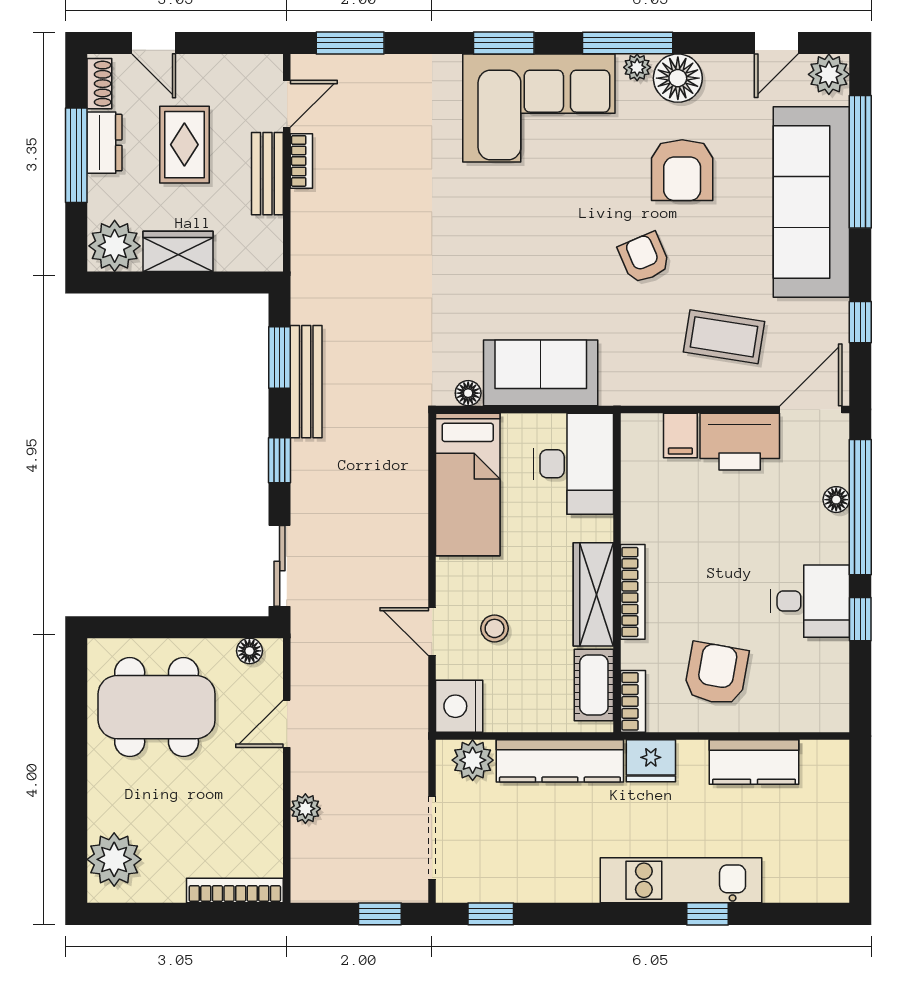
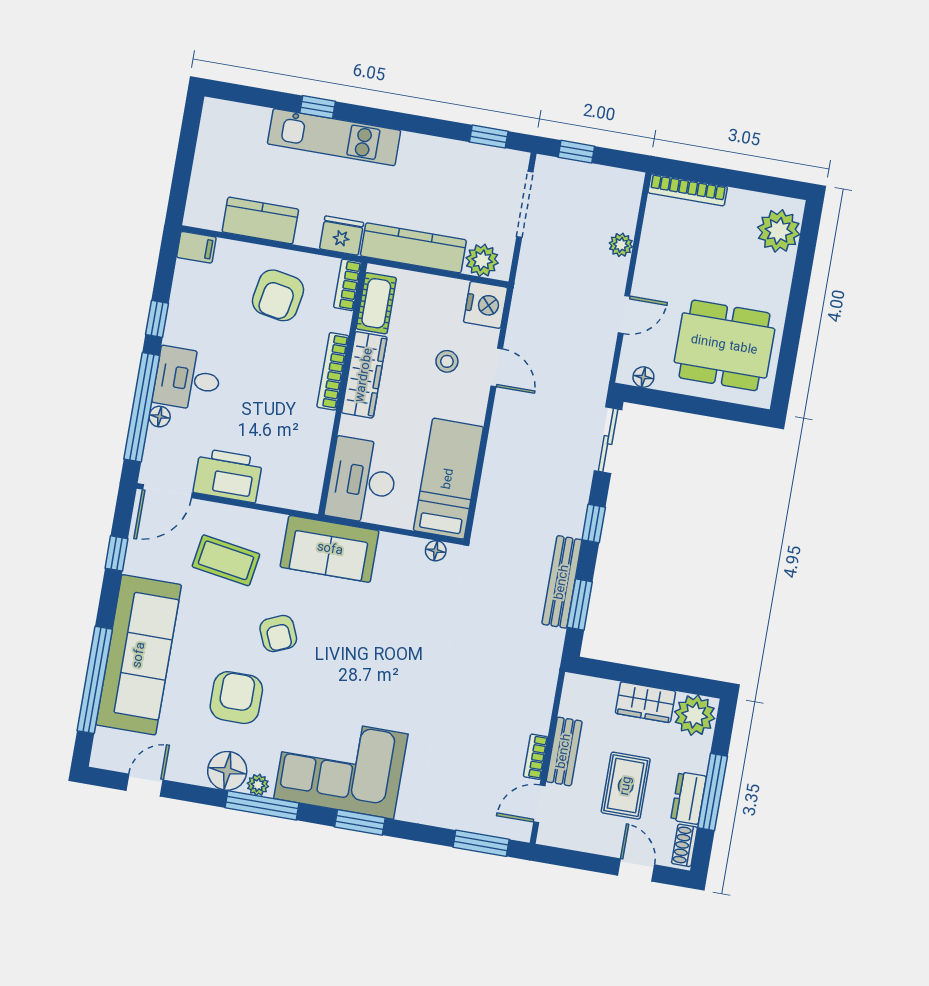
plant: (829, 74) -> (107, 753), removed
sofa: (541, 373) -> (330, 549), moved
filing cabinet: (680, 435) -> (196, 247), moved, turned 90
desk: (810, 601) -> (187, 379), moved

